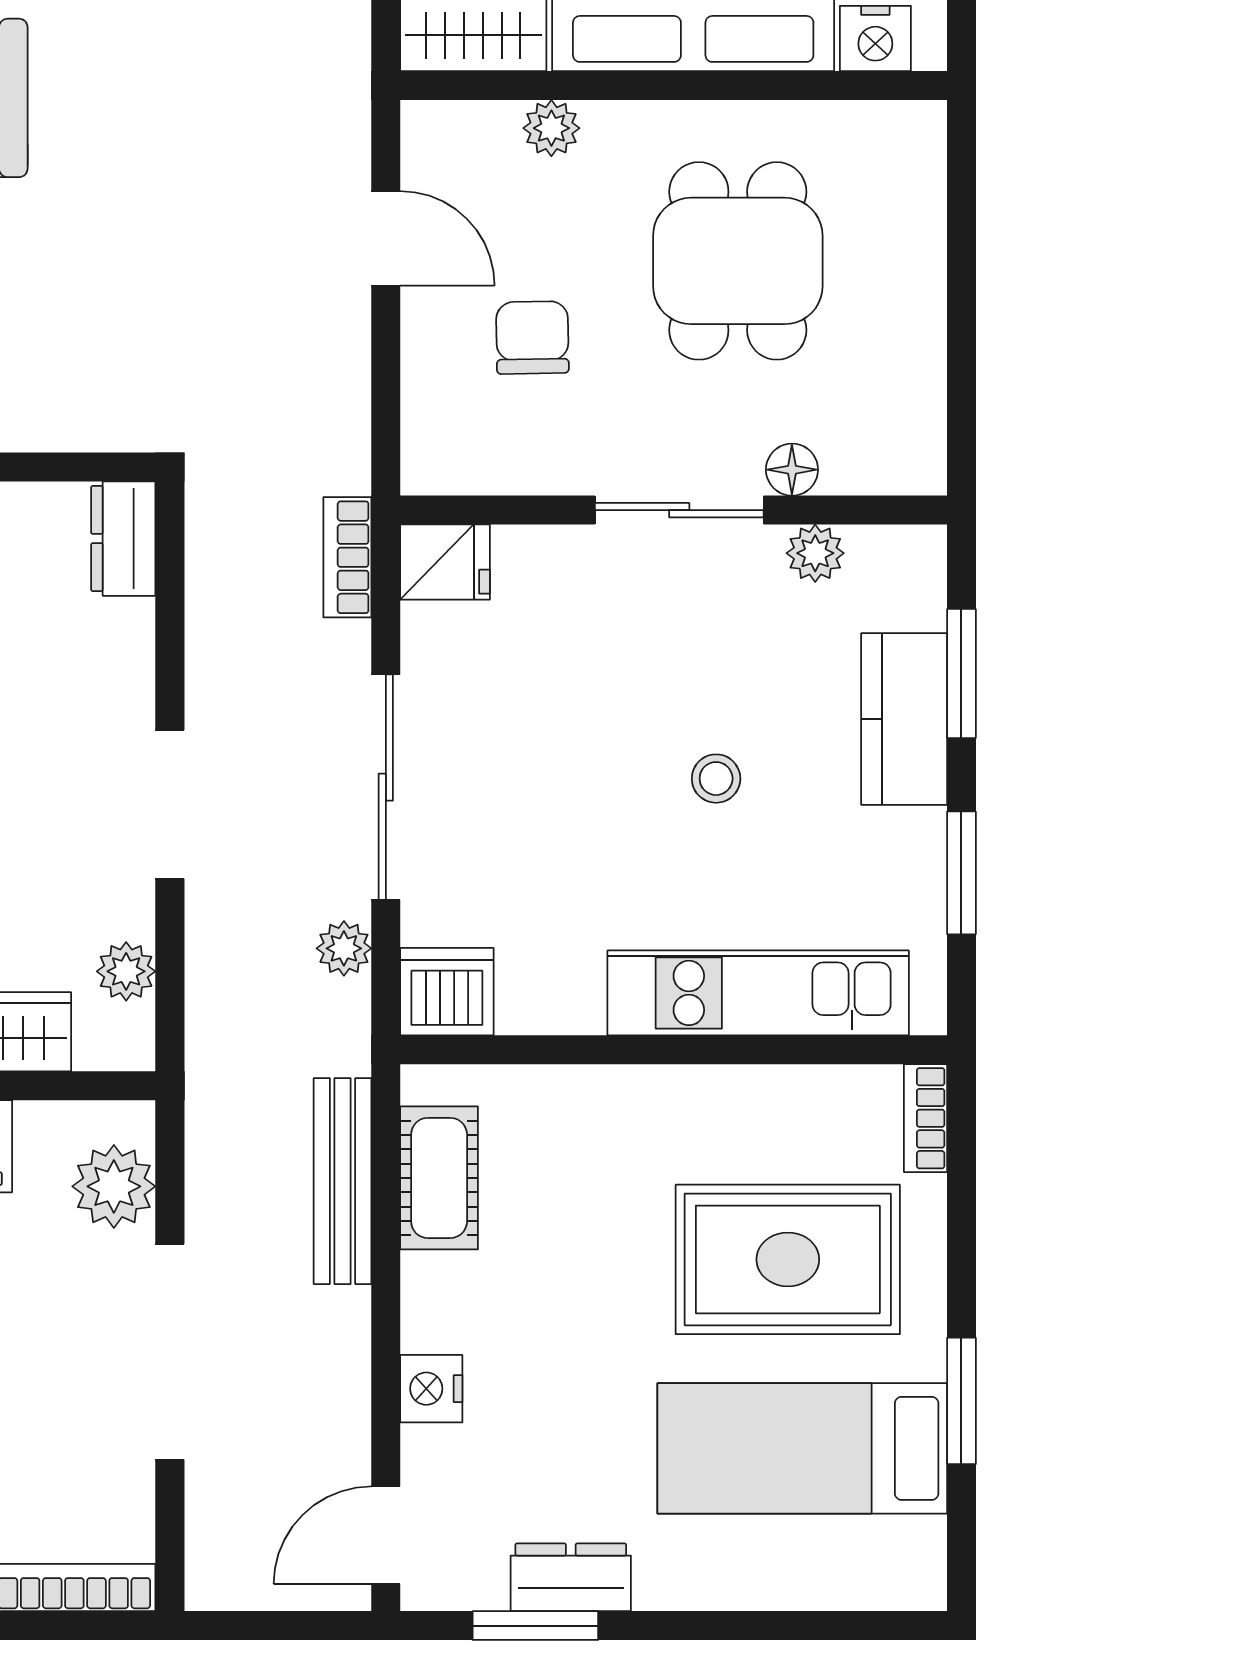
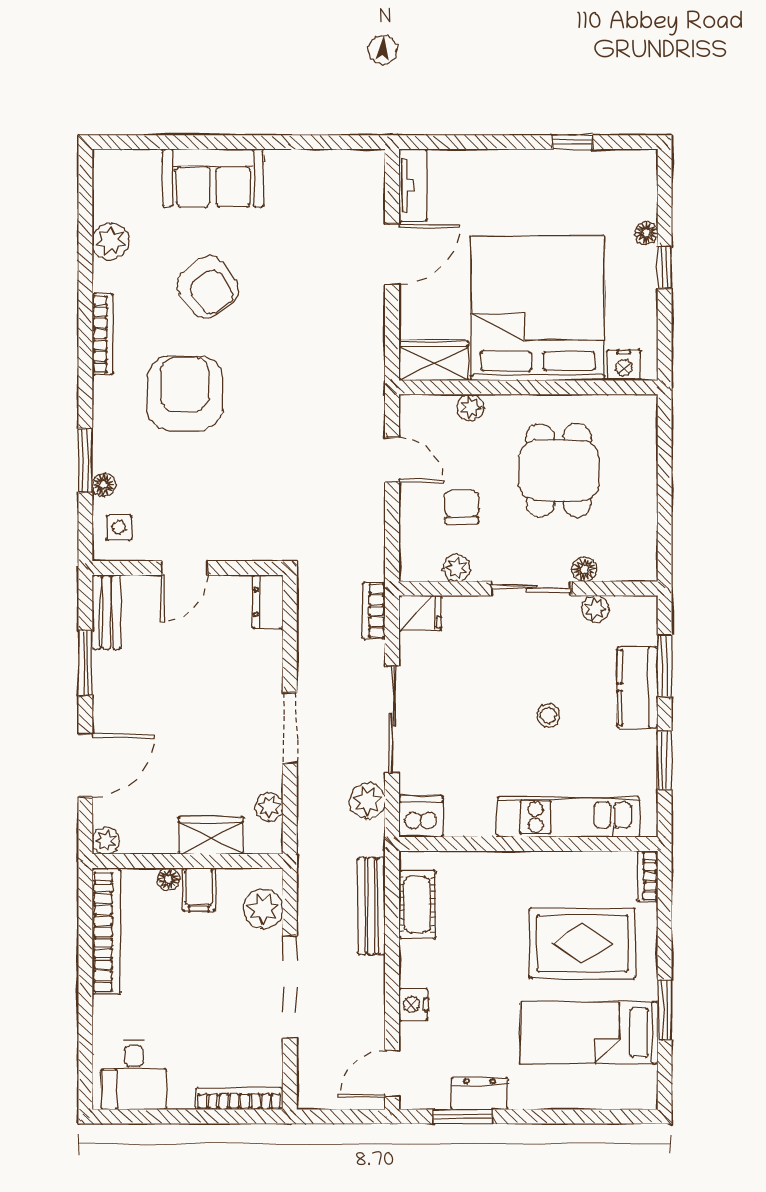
plant: (522, 467) -> (457, 568), added
plant: (344, 948) -> (367, 801), width x1.38, depth x1.38

